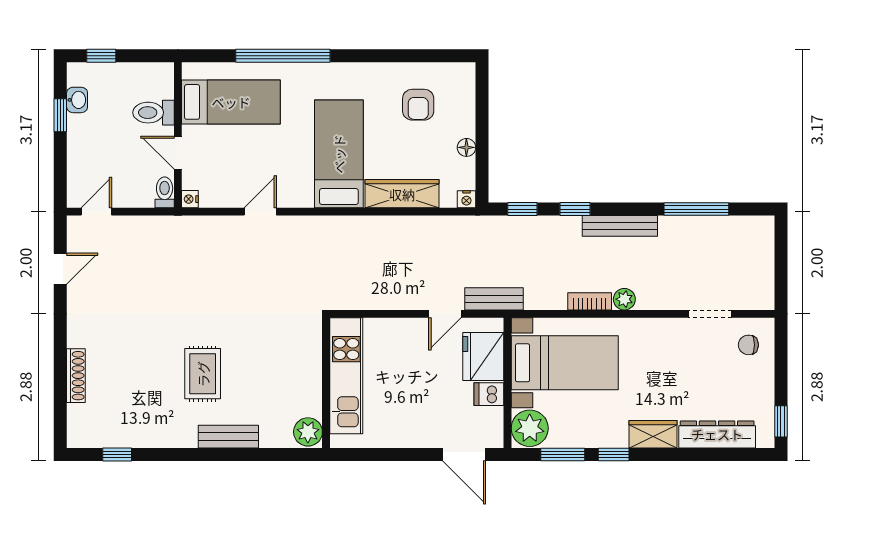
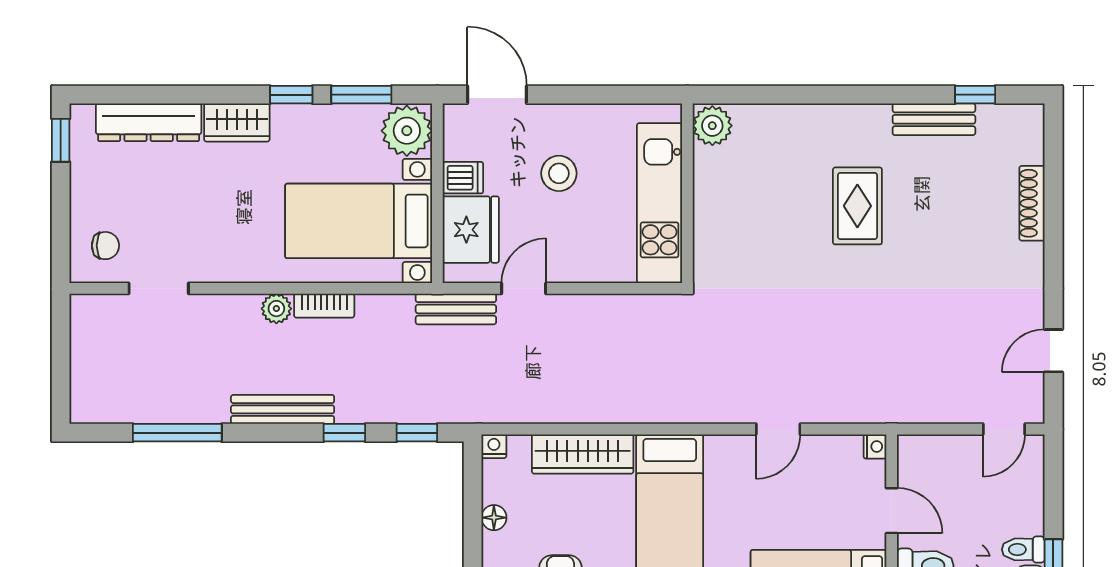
toilet: (165, 192) -> (1023, 549), moved, turned 90
stool: (419, 397) -> (559, 173), added
bench: (228, 437) -> (934, 119), moved

